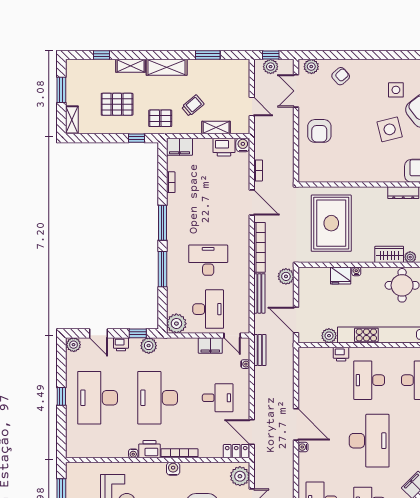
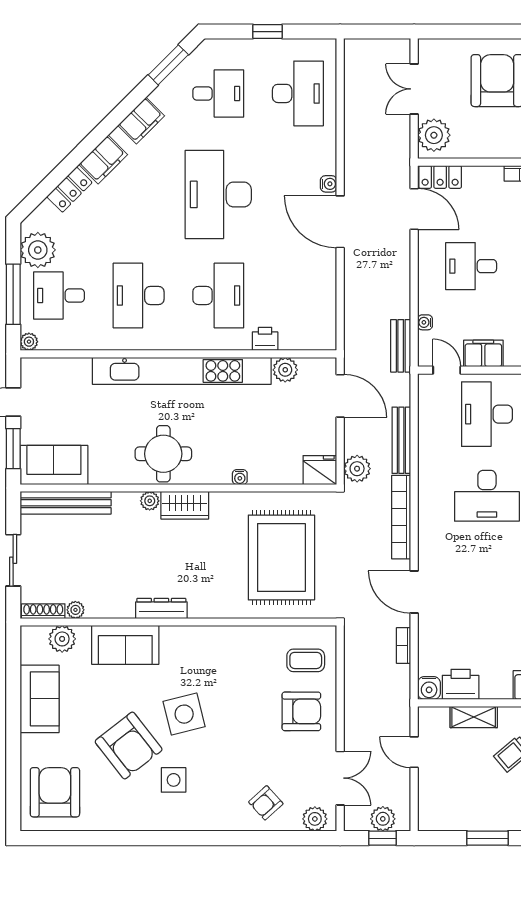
armchair: (319, 131) -> (301, 711), turned 90
coffee table: (317, 162) -> (306, 660), added
fridge: (341, 276) -> (320, 470), moved

